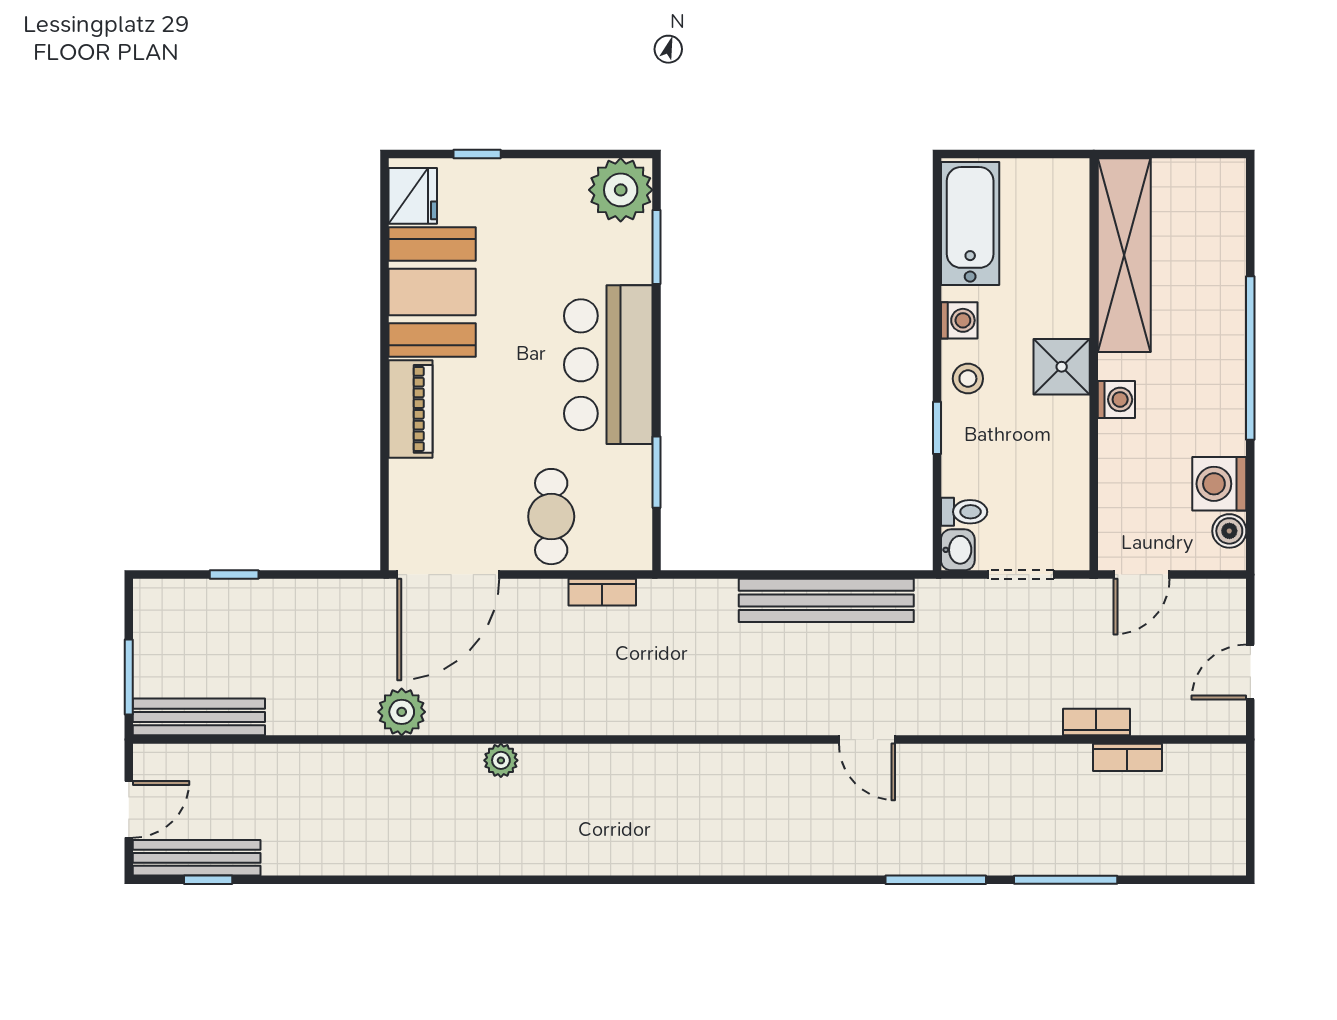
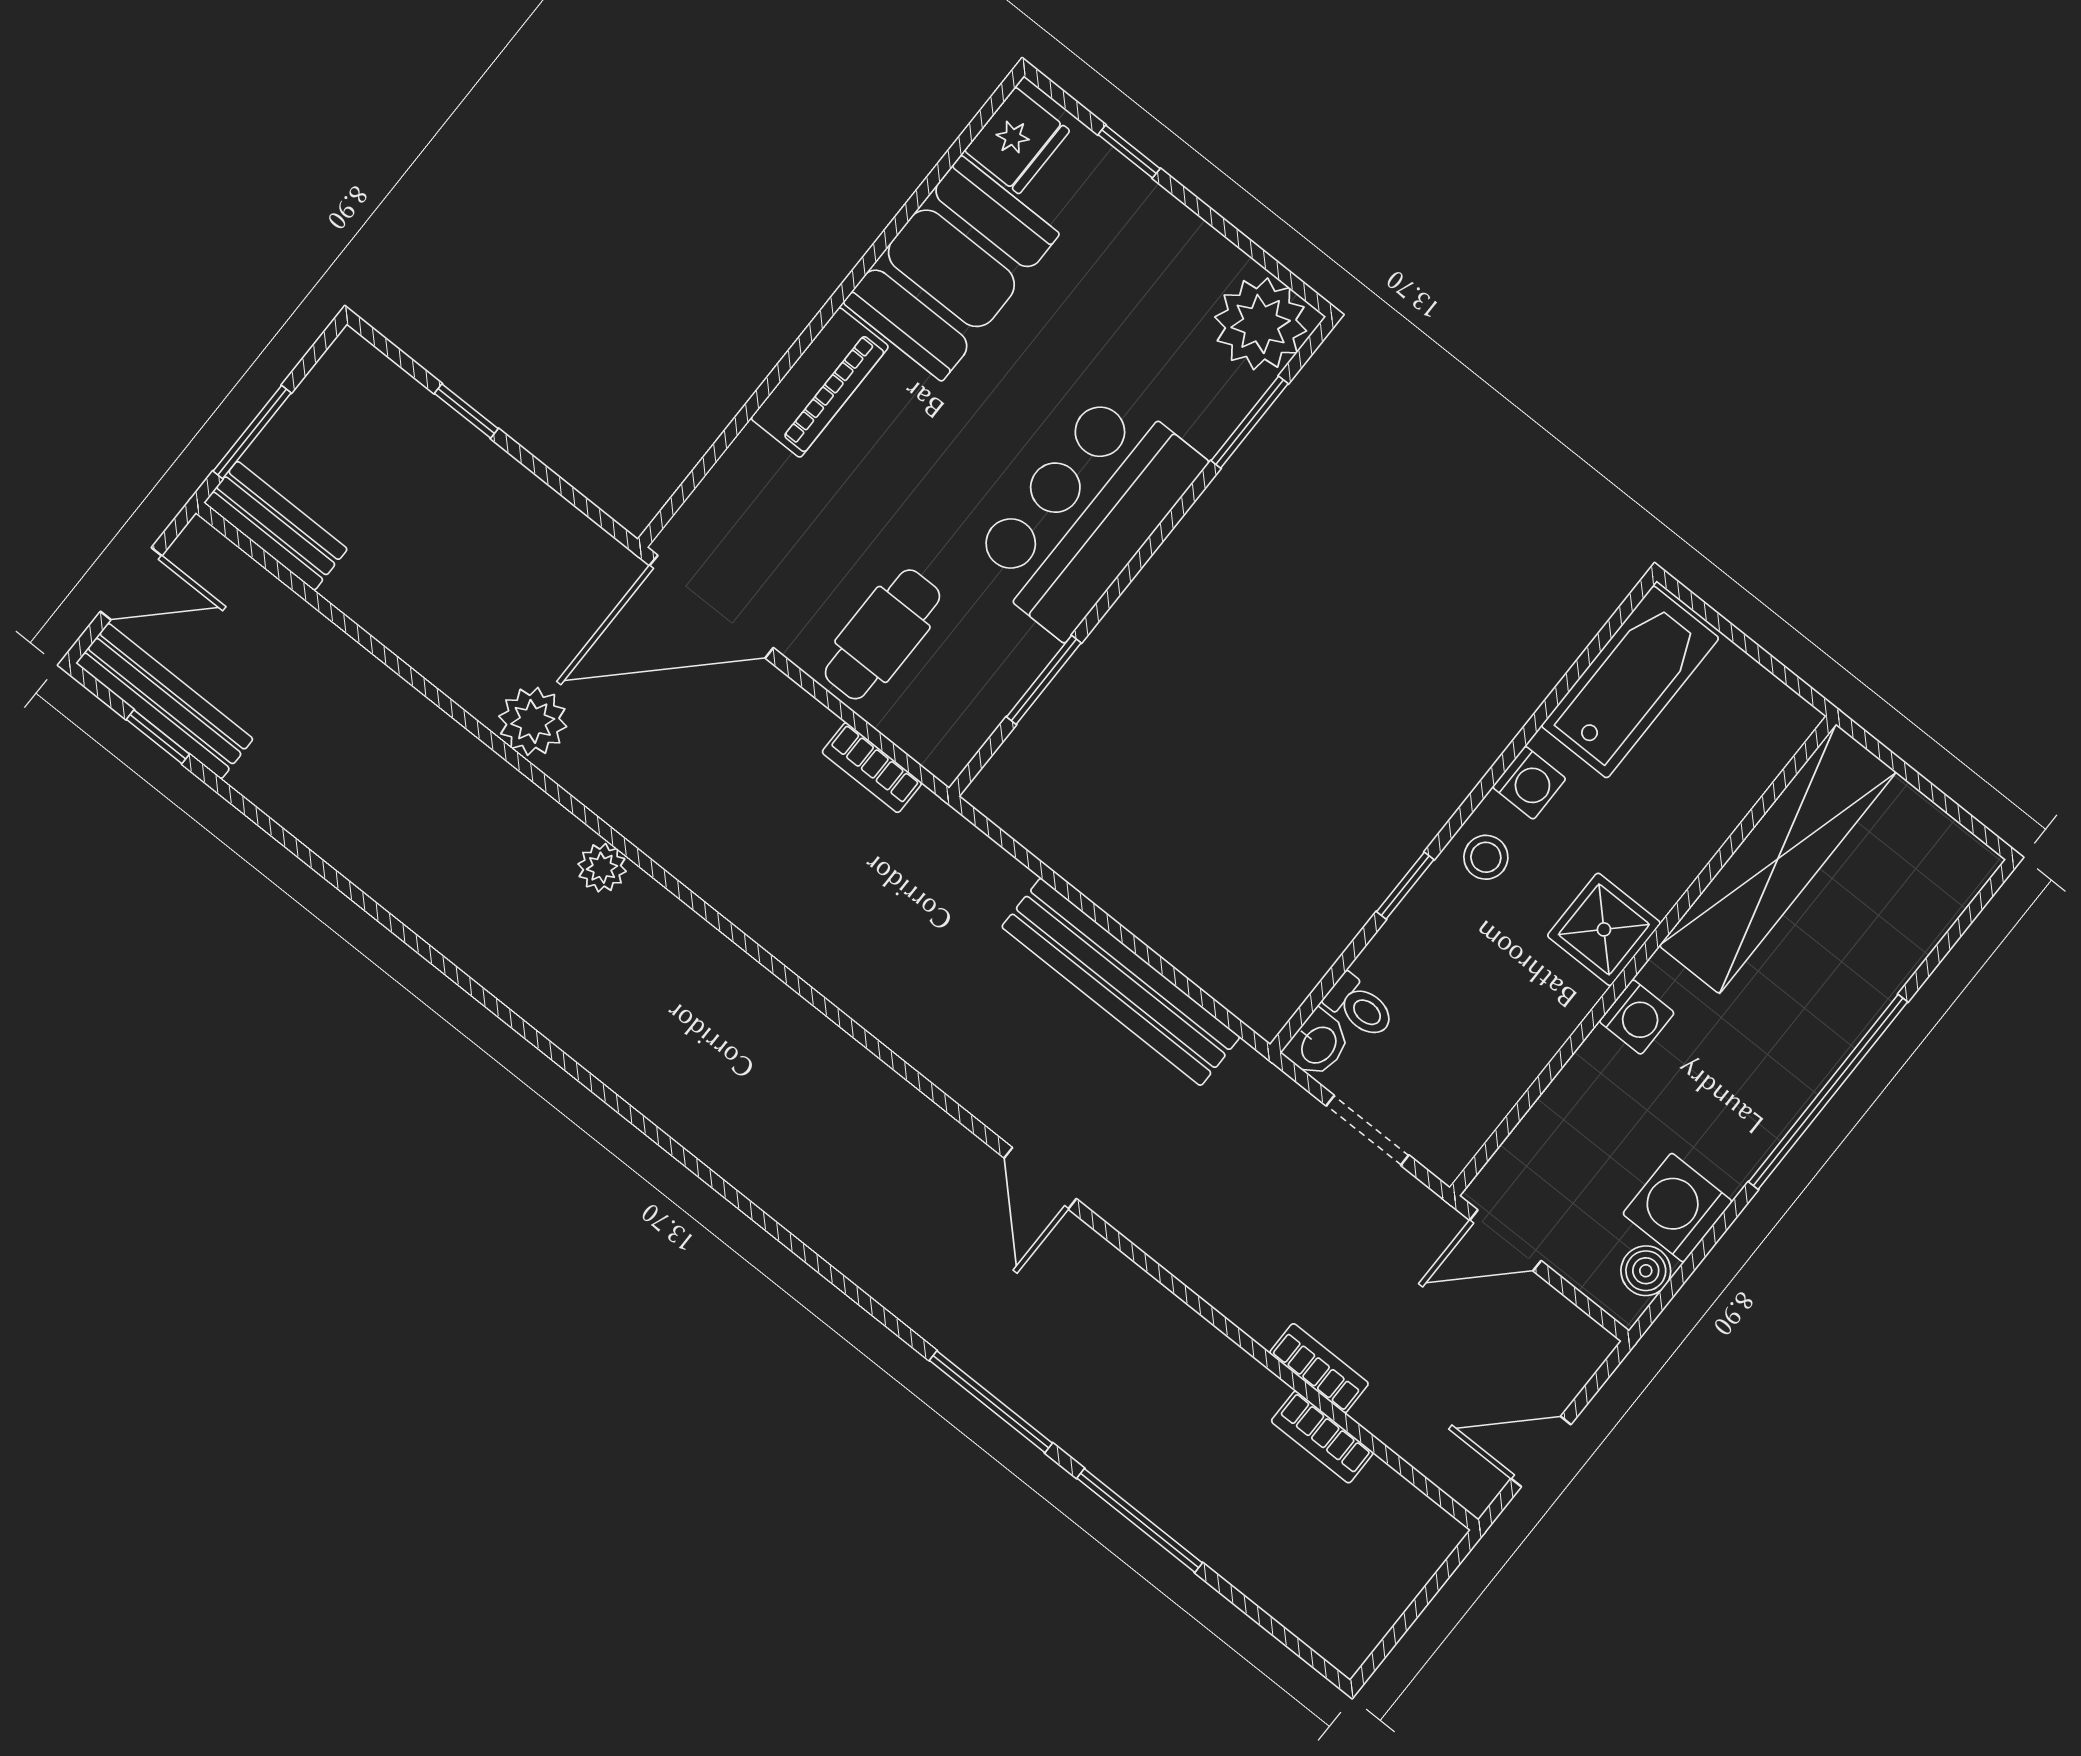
bench: (199, 717) -> (276, 526), width x0.73

